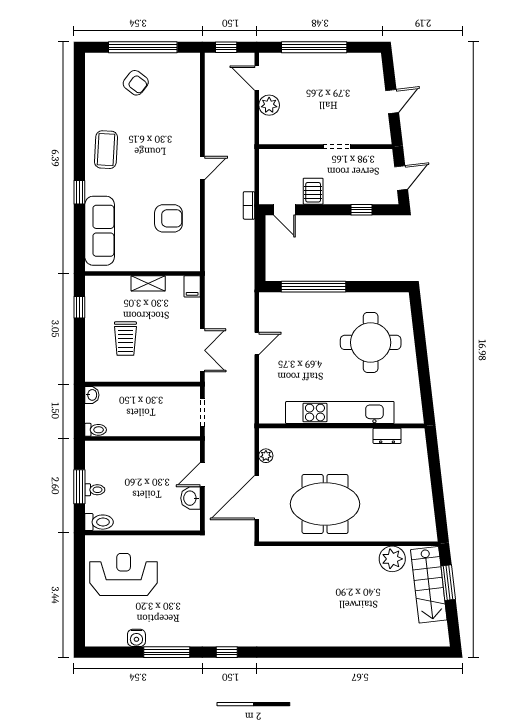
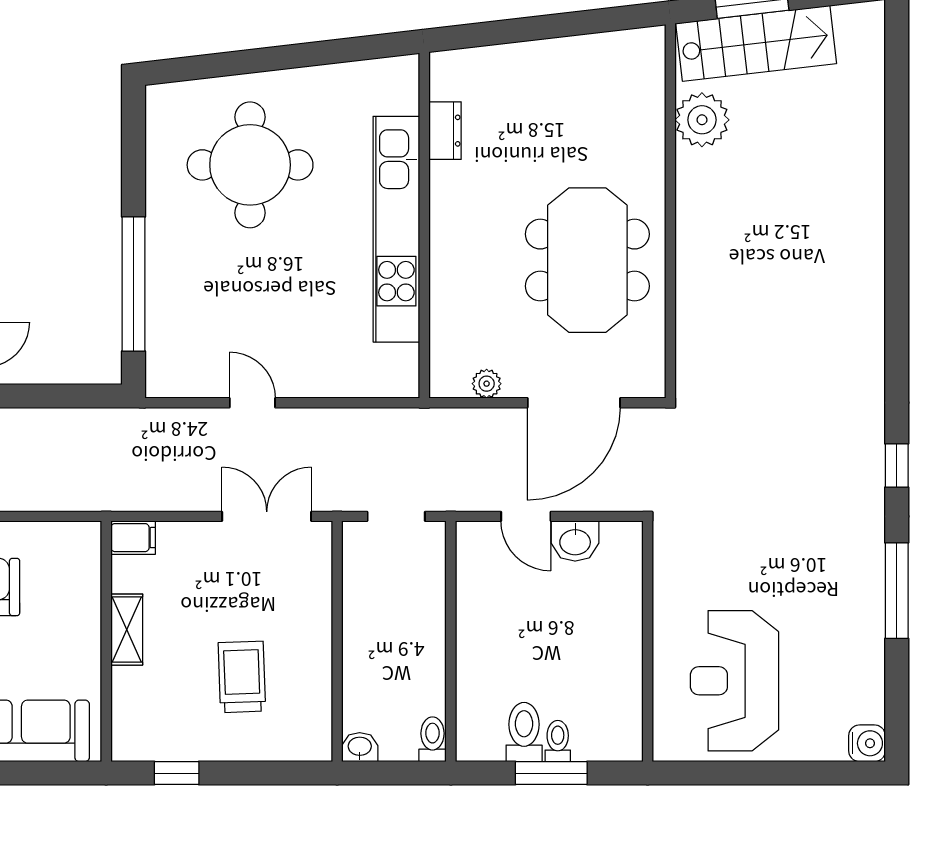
trolley: (125, 339) -> (242, 677), turned -92
door: (257, 498) -> (574, 403), hinge flipped
toilet: (99, 522) -> (524, 732), moved
water cooler: (136, 638) -> (867, 743), moved

